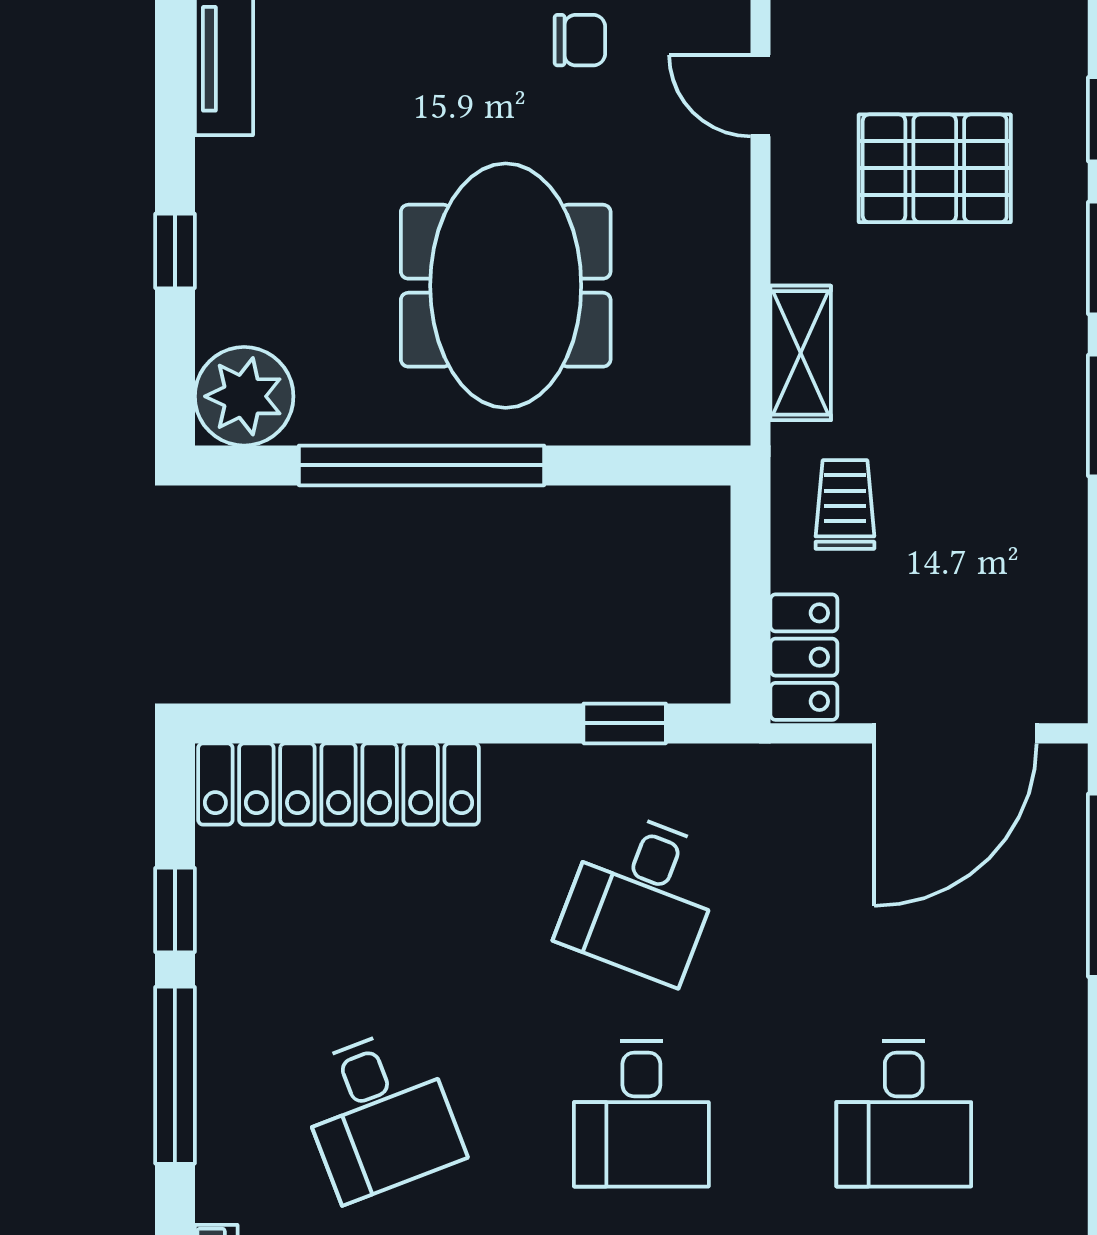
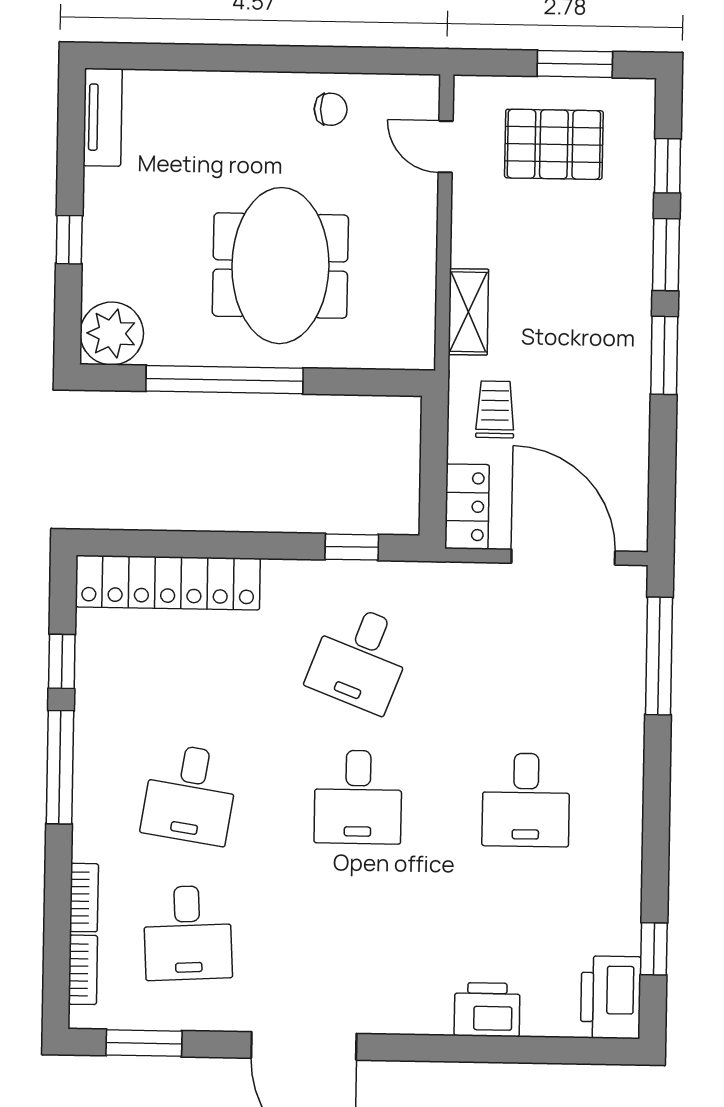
pallet: (935, 168) -> (554, 144), moved
door: (955, 733) -> (563, 557), swing flipped
desk: (379, 1114) -> (190, 794), turned 30

